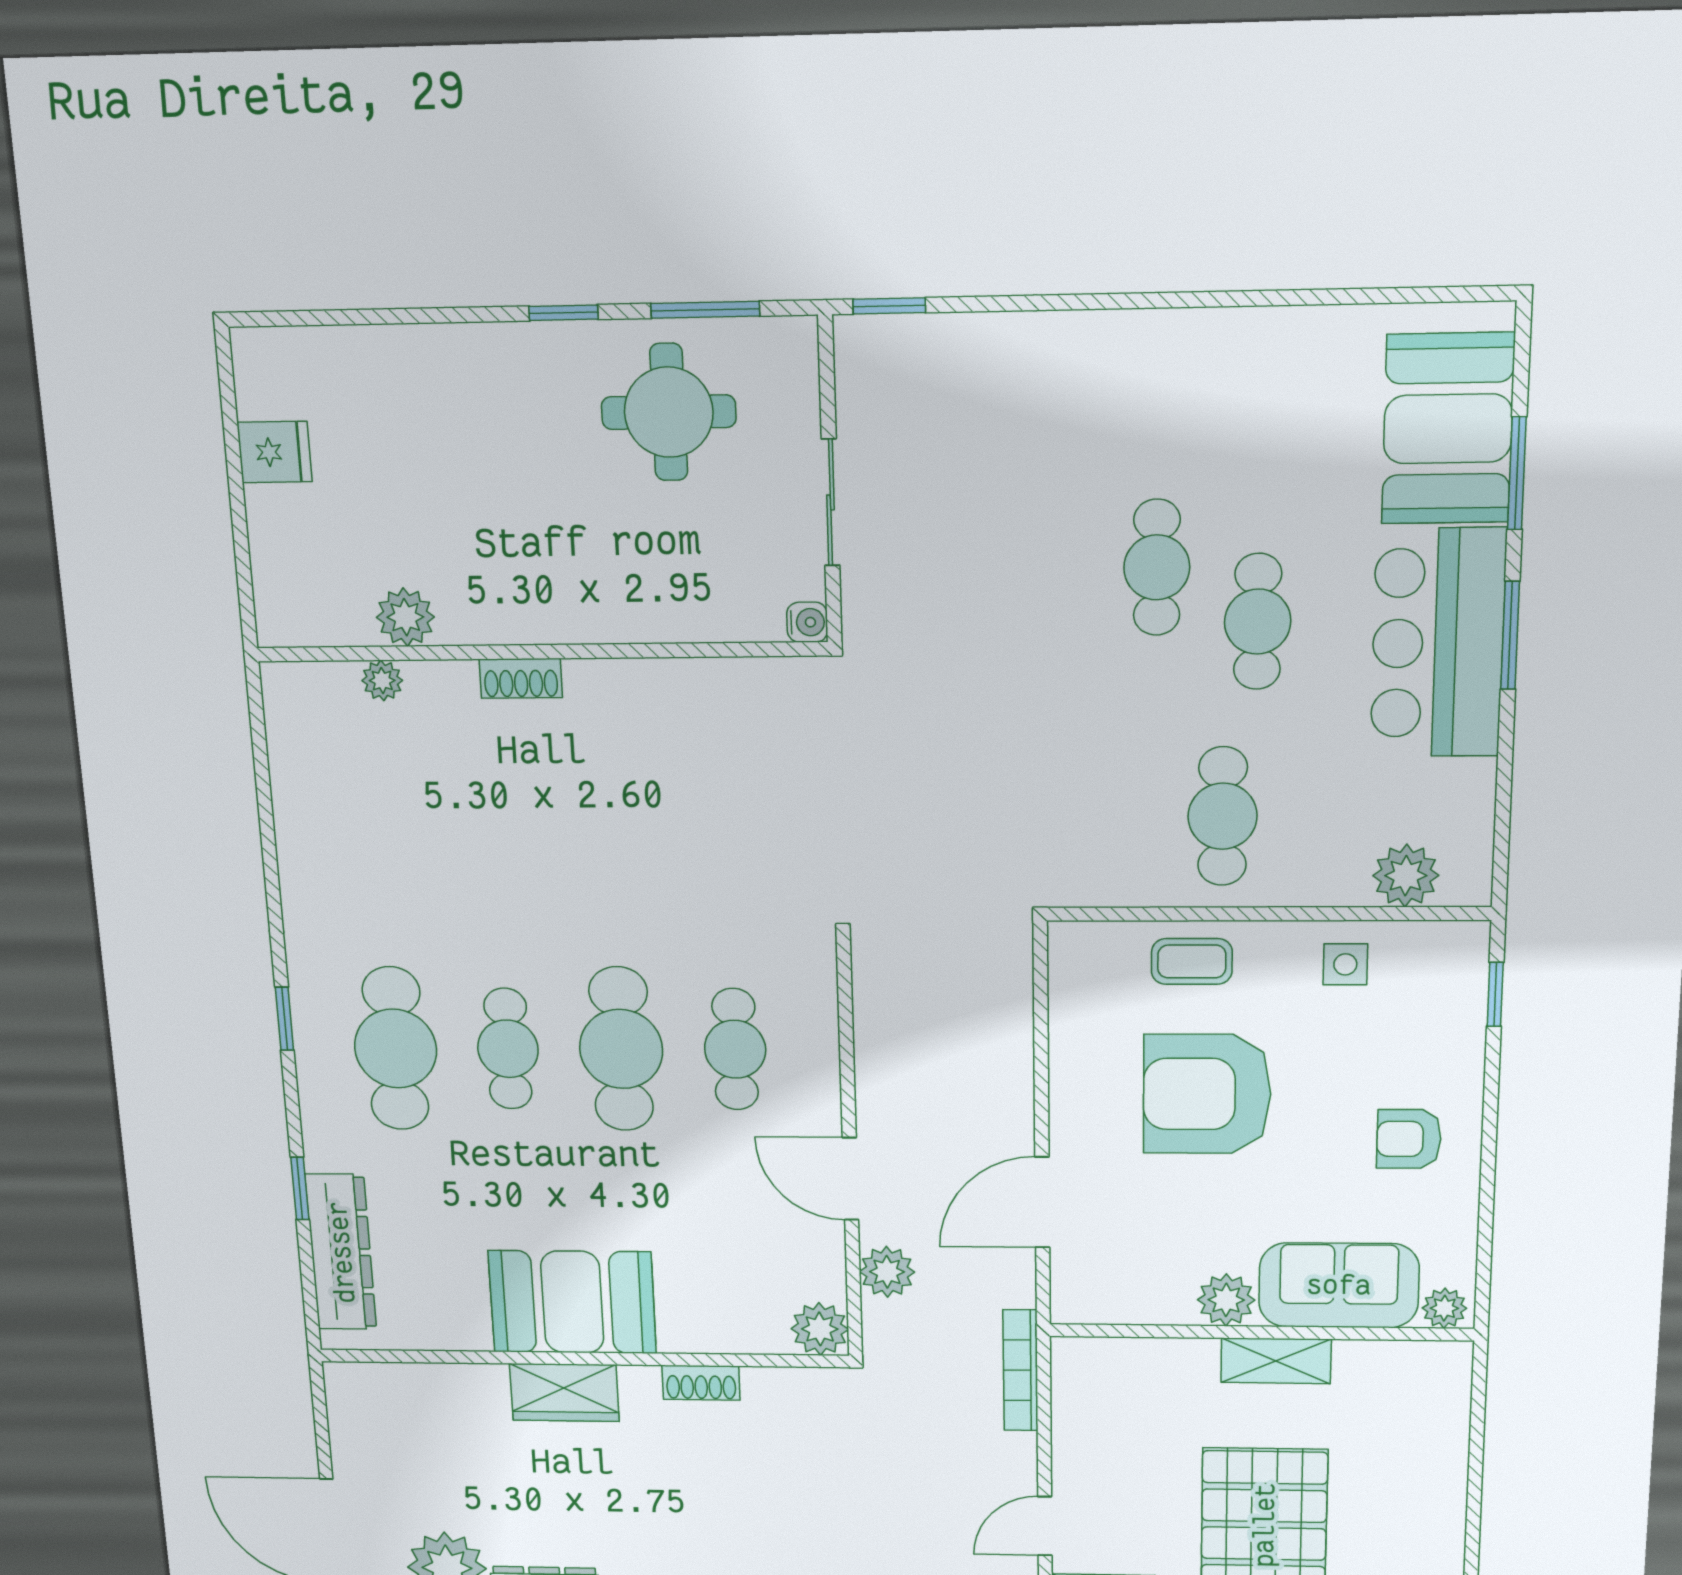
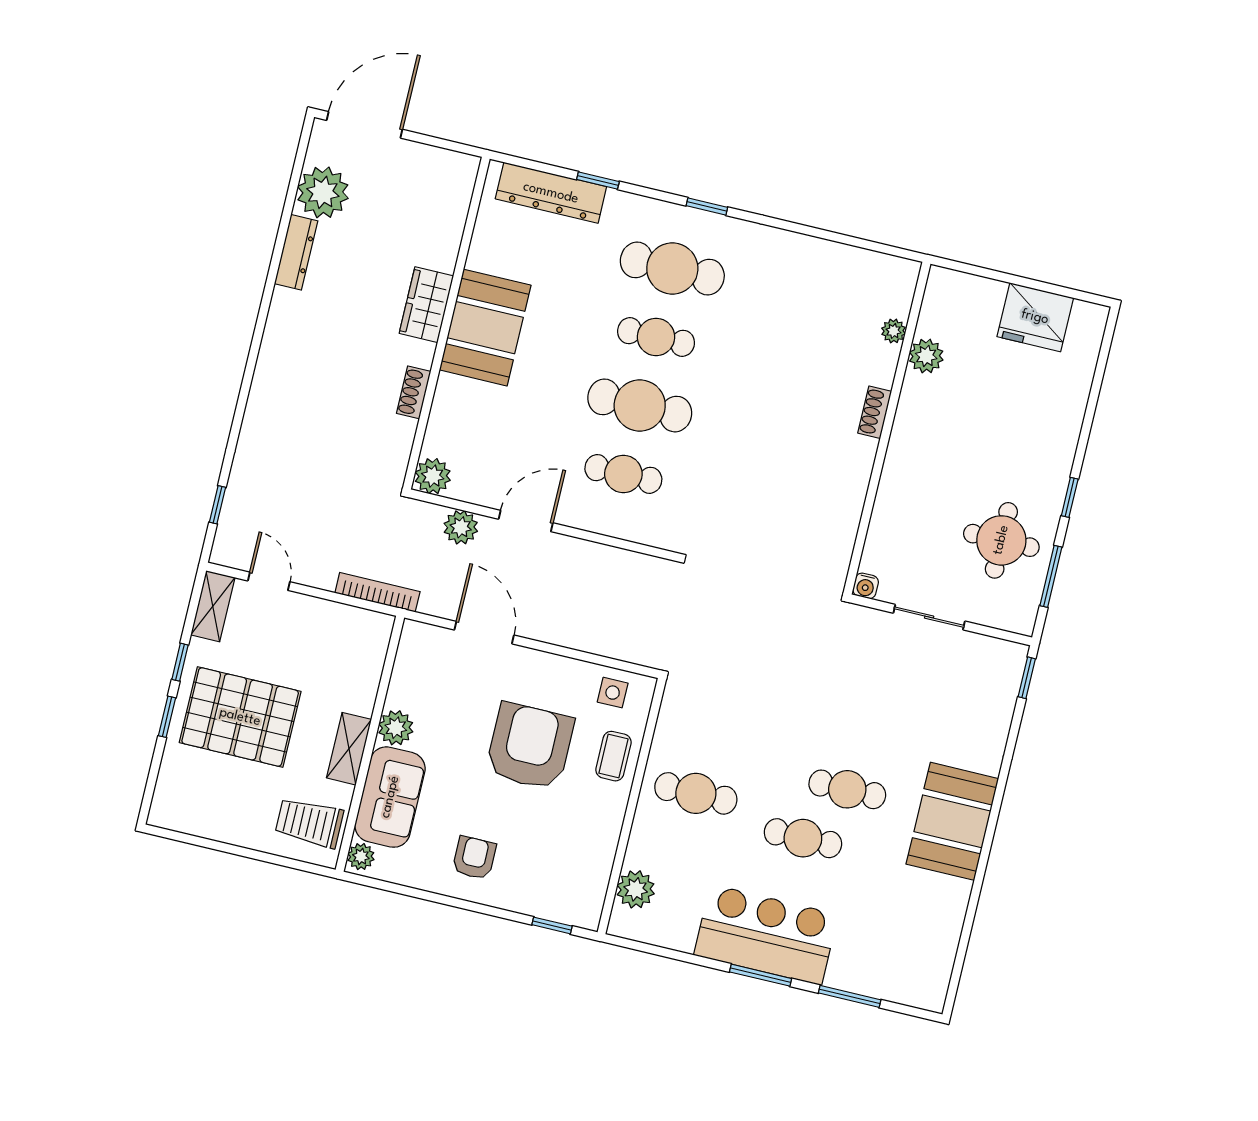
booth: (1448, 429) -> (952, 821), moved, turned 90
fridge: (275, 452) -> (1035, 317), width x1.88, depth x1.34
side table: (1345, 964) -> (613, 693), moved
trolley: (1407, 1394) -> (309, 823), added

